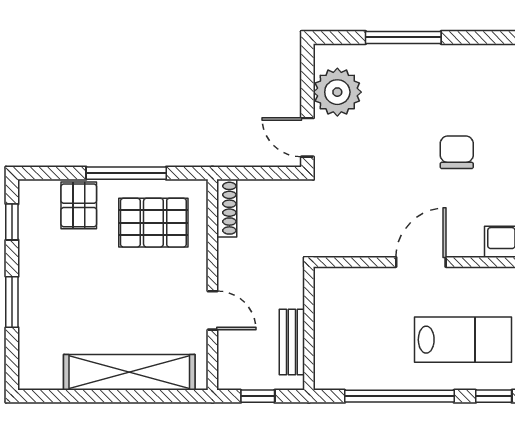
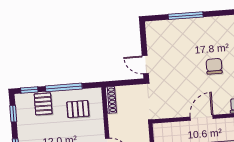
plant: (337, 92) -> (157, 43), removed
window: (51, 173) -> (29, 90), added
pallet: (153, 223) -> (78, 109), width x0.67, depth x0.71

